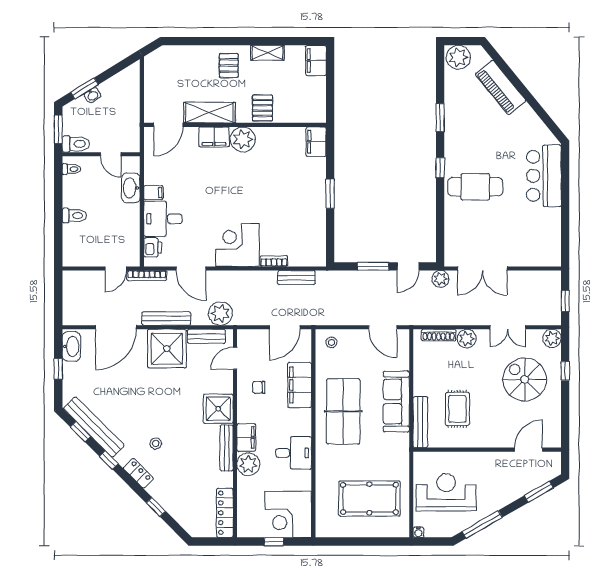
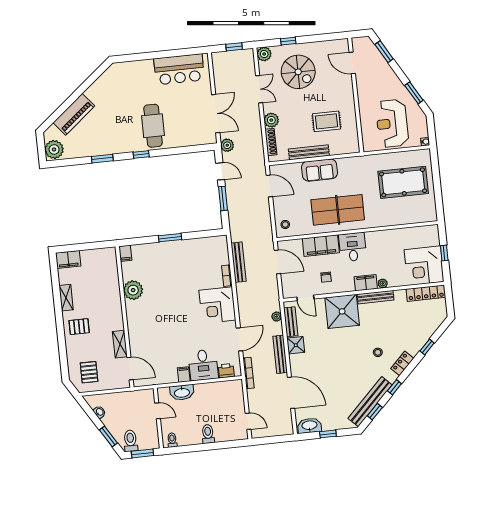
washbasin: (92, 95) -> (100, 412), moved
pallet: (263, 108) -> (89, 372), moved, turned 90
shelving: (209, 113) -> (120, 344), width x0.67, depth x0.75
filing cabinet: (214, 137) -> (136, 332), removed
plant: (243, 139) -> (133, 290), moved
filing cabinet: (316, 142) -> (125, 253), width x0.50
toilet: (76, 144) -> (131, 441), moved
door: (111, 154) -> (157, 411), hinge flipped
bar counter: (544, 176) -> (179, 69), moved
door: (116, 269) -> (248, 421), moved
bench: (296, 278) -> (238, 262), width x1.36
plant: (220, 313) -> (277, 317), width x0.53, depth x0.53
door: (383, 327) -> (269, 186), hinge flipped
shower: (167, 349) -> (296, 345), width x0.54, depth x0.54
spiral stairs: (525, 379) -> (298, 72), turned -90
sofa: (396, 402) -> (320, 170), width x0.73
shower: (218, 409) -> (342, 311), width x1.37, depth x1.37
bench: (420, 422) -> (309, 152), moved
desk: (294, 453) -> (353, 247), moved
plant: (248, 464) -> (383, 283), width x0.53, depth x0.53
pool table: (369, 499) -> (403, 182), turned 90
corner desk: (288, 514) -> (424, 266), moved, turned 90
window: (482, 524) -> (414, 93), width x0.69

